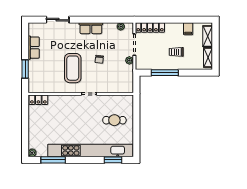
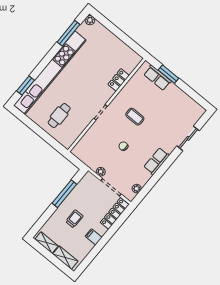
filing cabinet: (188, 29) -> (94, 237), moved
row of seats: (34, 48) -> (157, 78), moved
coffee table: (73, 68) -> (135, 117), width x0.54, depth x0.58
locker: (38, 100) -> (119, 80), moved

